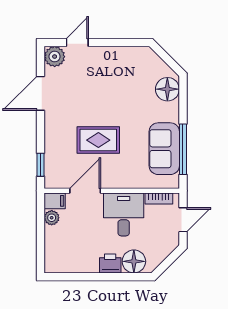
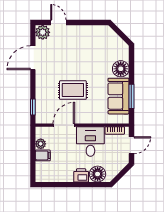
door: (77, 42) -> (58, 23), hinge flipped
floor lamp: (167, 89) -> (121, 69), moved
window: (183, 149) -> (131, 96), width x0.69
filing cabinet: (55, 201) -> (43, 155), moved

